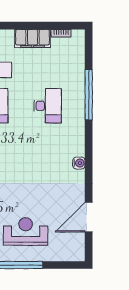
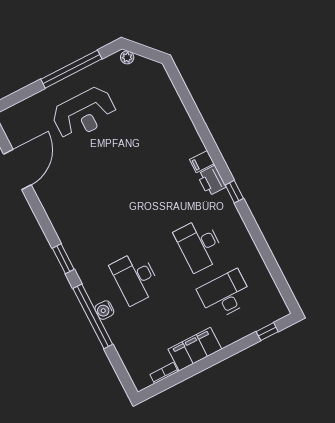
window: (89, 143) -> (63, 259), added
water cooler: (79, 163) -> (104, 310), moved

